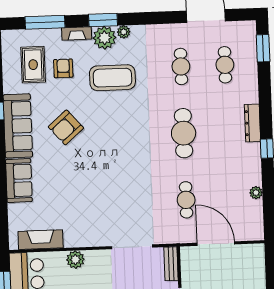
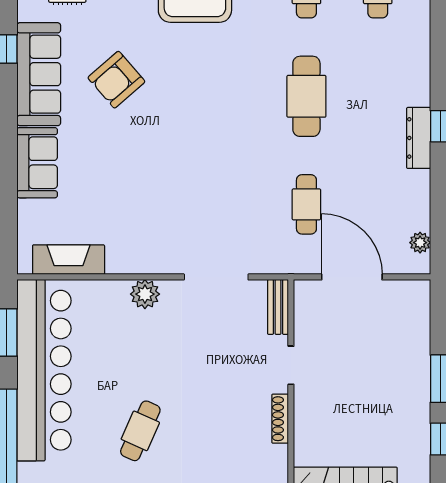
dresser: (252, 123) -> (419, 138), moved
plant: (256, 193) -> (420, 243), moved
plant: (75, 260) -> (145, 294), moved

